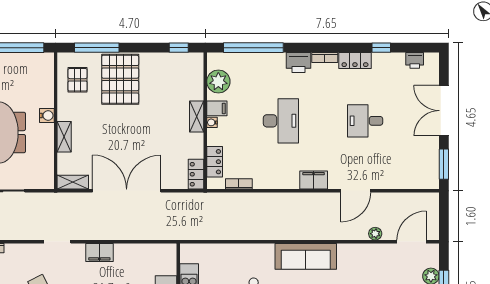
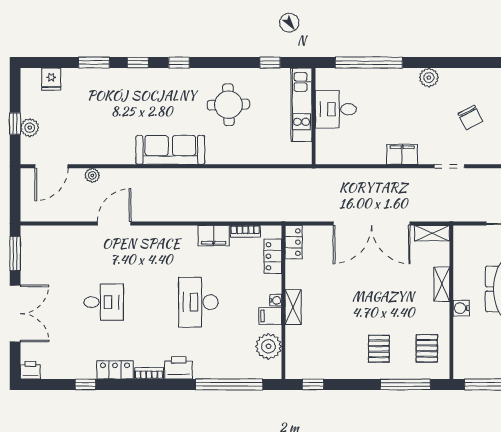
printer: (415, 60) -> (30, 370), moved
pallet: (120, 79) -> (379, 349), width x0.49, depth x0.50
filing cabinet: (314, 180) -> (214, 236), moved

